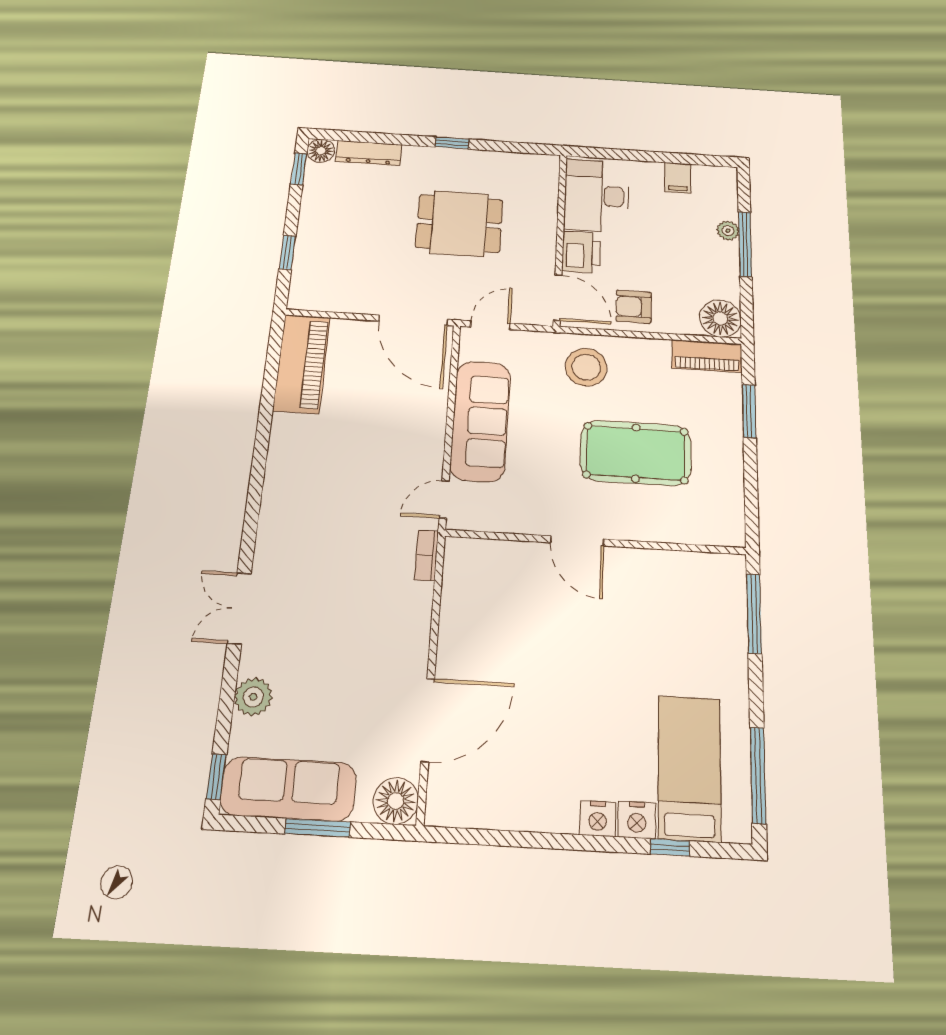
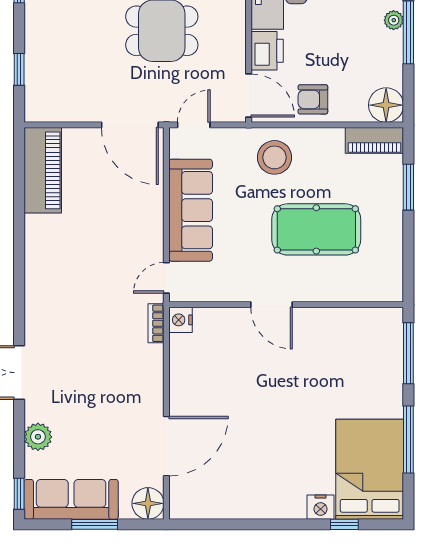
bed: (689, 768) -> (370, 469), width x1.50
window: (758, 775) -> (408, 439), moved
nightstand: (598, 819) -> (181, 320), moved, turned 90

